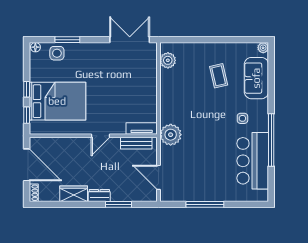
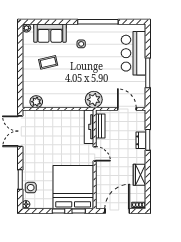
bed: (57, 101) -> (73, 187), width x1.36
tv unit: (142, 128) -> (89, 127), width x1.41
bar counter: (253, 161) -> (134, 53), moved, turned 90
door: (159, 177) -> (127, 109), swing flipped
dresser: (99, 196) -> (141, 140), moved

